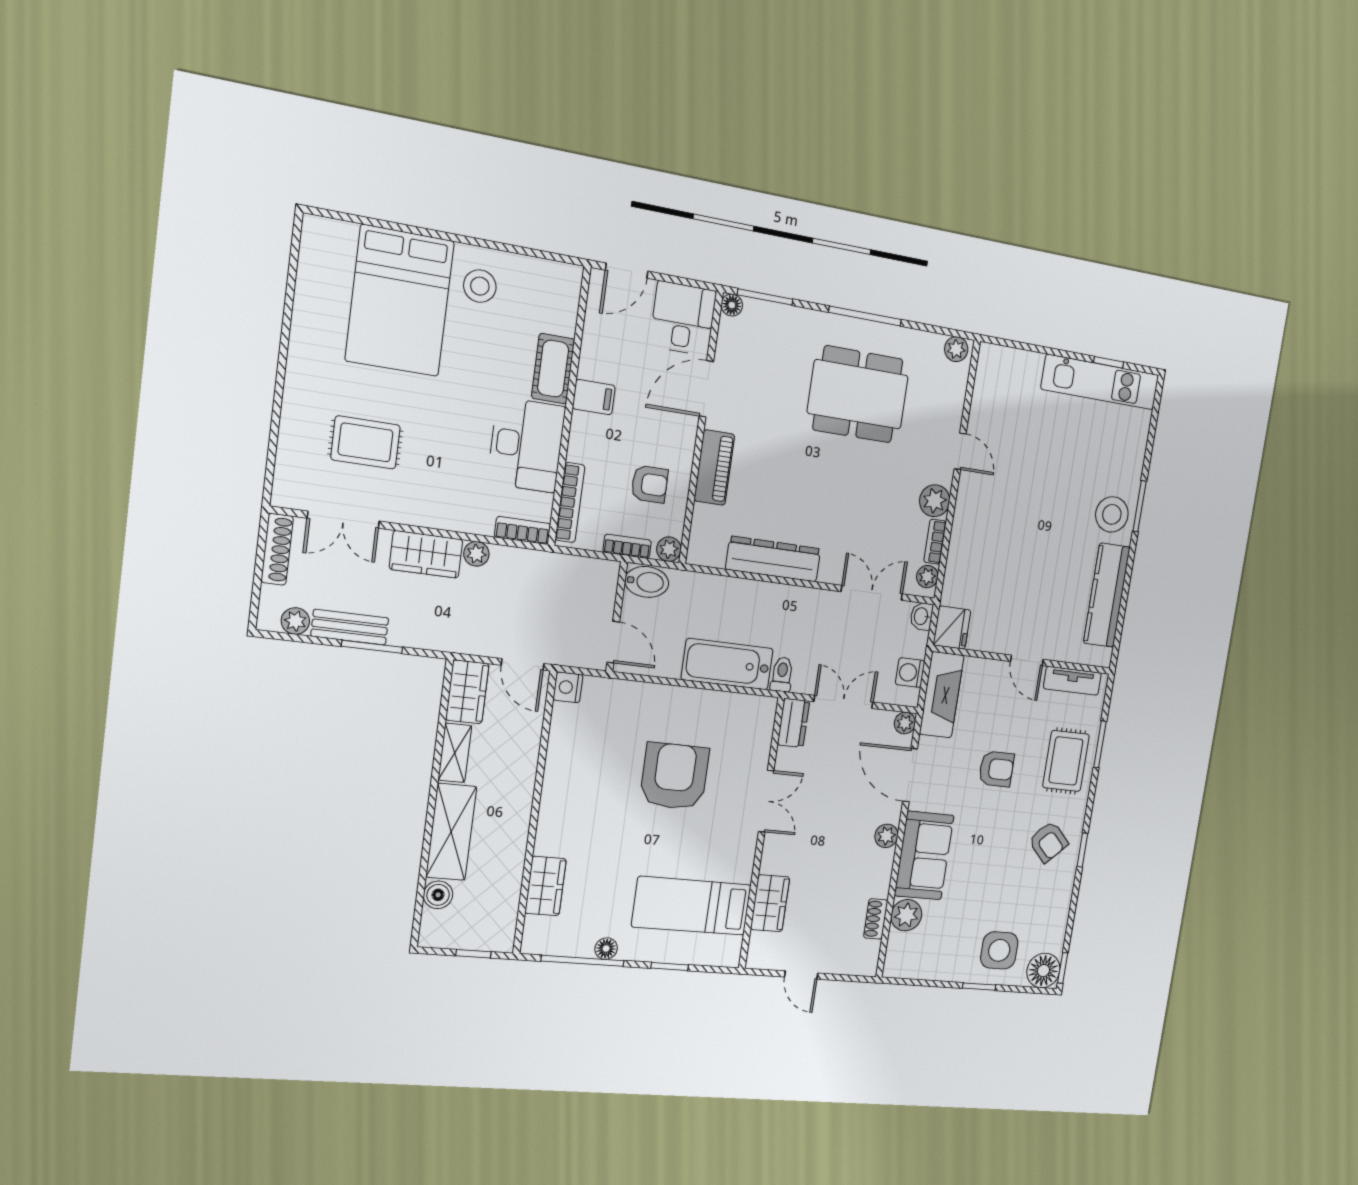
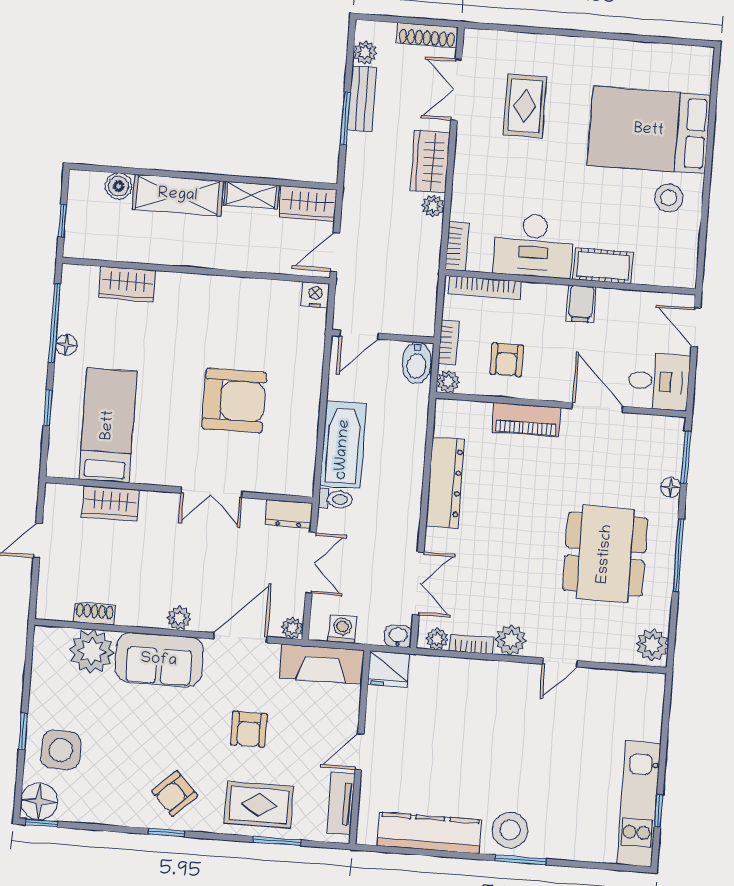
floor lamp: (732, 305) -> (671, 487), moved
plant: (956, 349) -> (652, 645), width x1.38, depth x1.38
plant: (906, 915) -> (92, 651), width x1.36, depth x1.36

